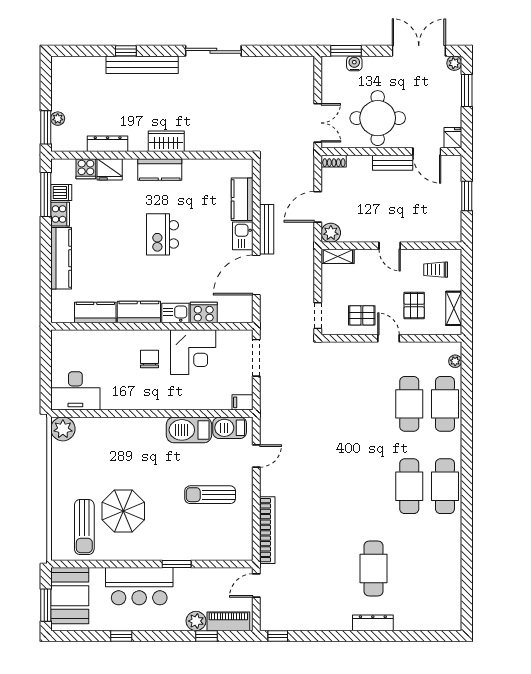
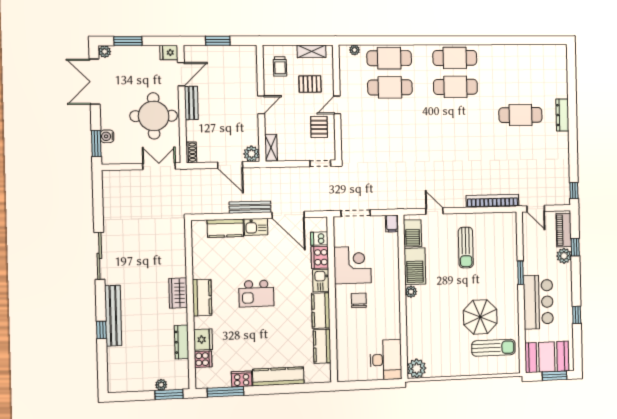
dishwasher: (61, 193) -> (319, 239), moved, turned -90
chair: (149, 359) -> (359, 300), turned 90
plant: (158, 424) -> (411, 292), added

